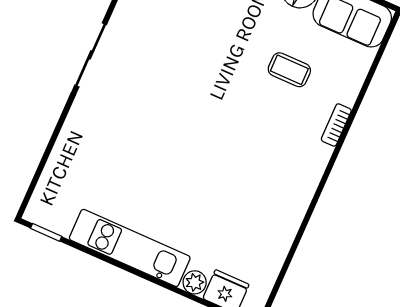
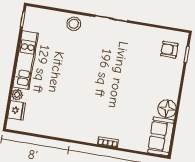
coffee table: (289, 70) -> (128, 113), removed
stool: (82, 133) -> (74, 24), added

